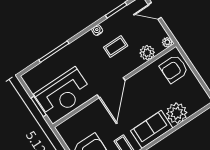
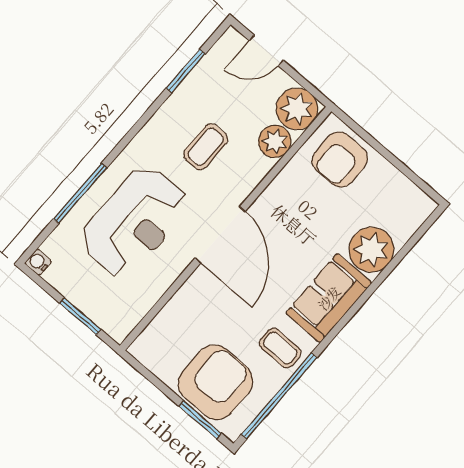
water cooler: (97, 30) -> (38, 262), moved
plant: (167, 42) -> (297, 109), width x1.88, depth x1.88
reception desk: (63, 93) -> (134, 222), moved

